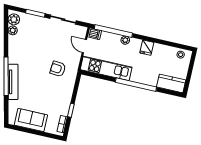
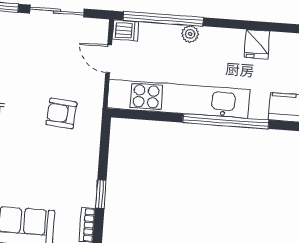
fridge: (147, 48) -> (257, 44), moved
kitchen unit: (106, 68) -> (178, 99), width x1.36

